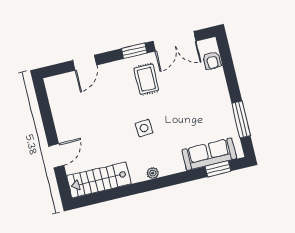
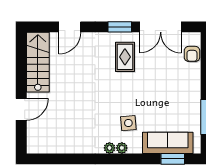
side table: (144, 128) -> (128, 123), moved
plant: (165, 170) -> (122, 148), added
stairs: (99, 180) -> (38, 62), moved, turned 90

